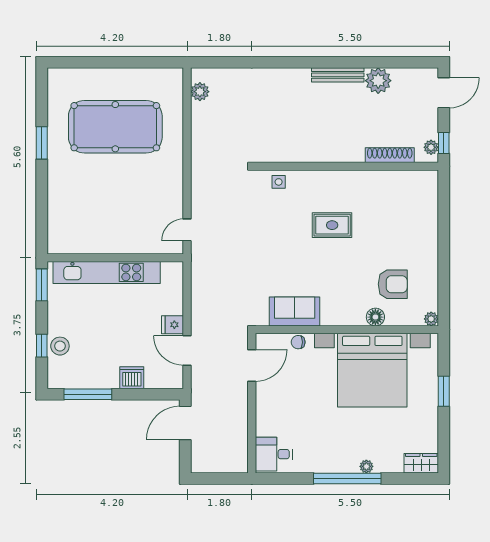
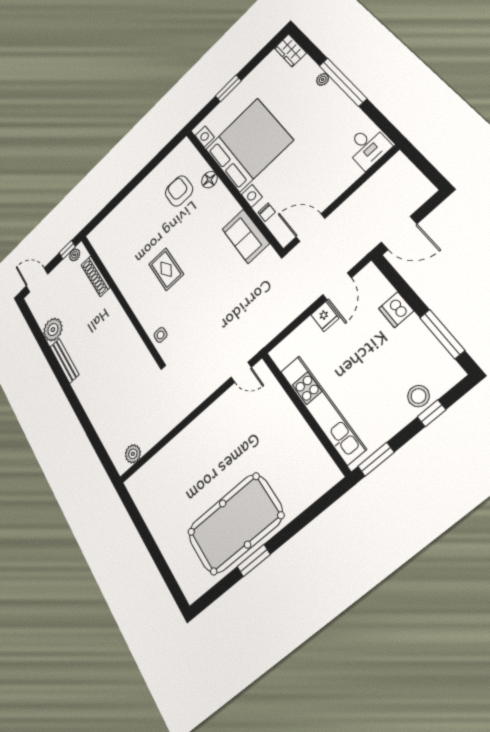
pool table: (115, 127) -> (235, 524), moved, turned 90
plant: (431, 319) -> (185, 145), removed

